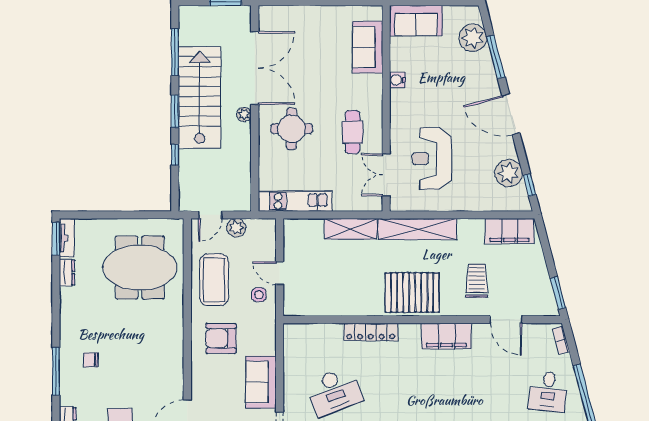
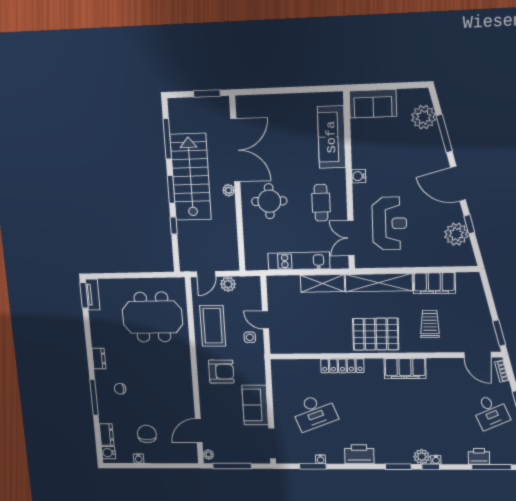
sofa: (368, 47) -> (331, 137), width x1.36
water cooler: (397, 80) -> (359, 176), moved
reception desk: (432, 159) -> (390, 223), turned 180
window: (529, 185) -> (469, 224), moved
kitchen unit: (295, 201) -> (299, 261), moved
filing cabinet: (509, 231) -> (434, 283), moved
dresser: (67, 272) -> (99, 358), moved
door: (506, 320) -> (478, 355), moved
armchair: (221, 338) -> (221, 372), turned 180
desk: (548, 392) -> (491, 412), turned -30

